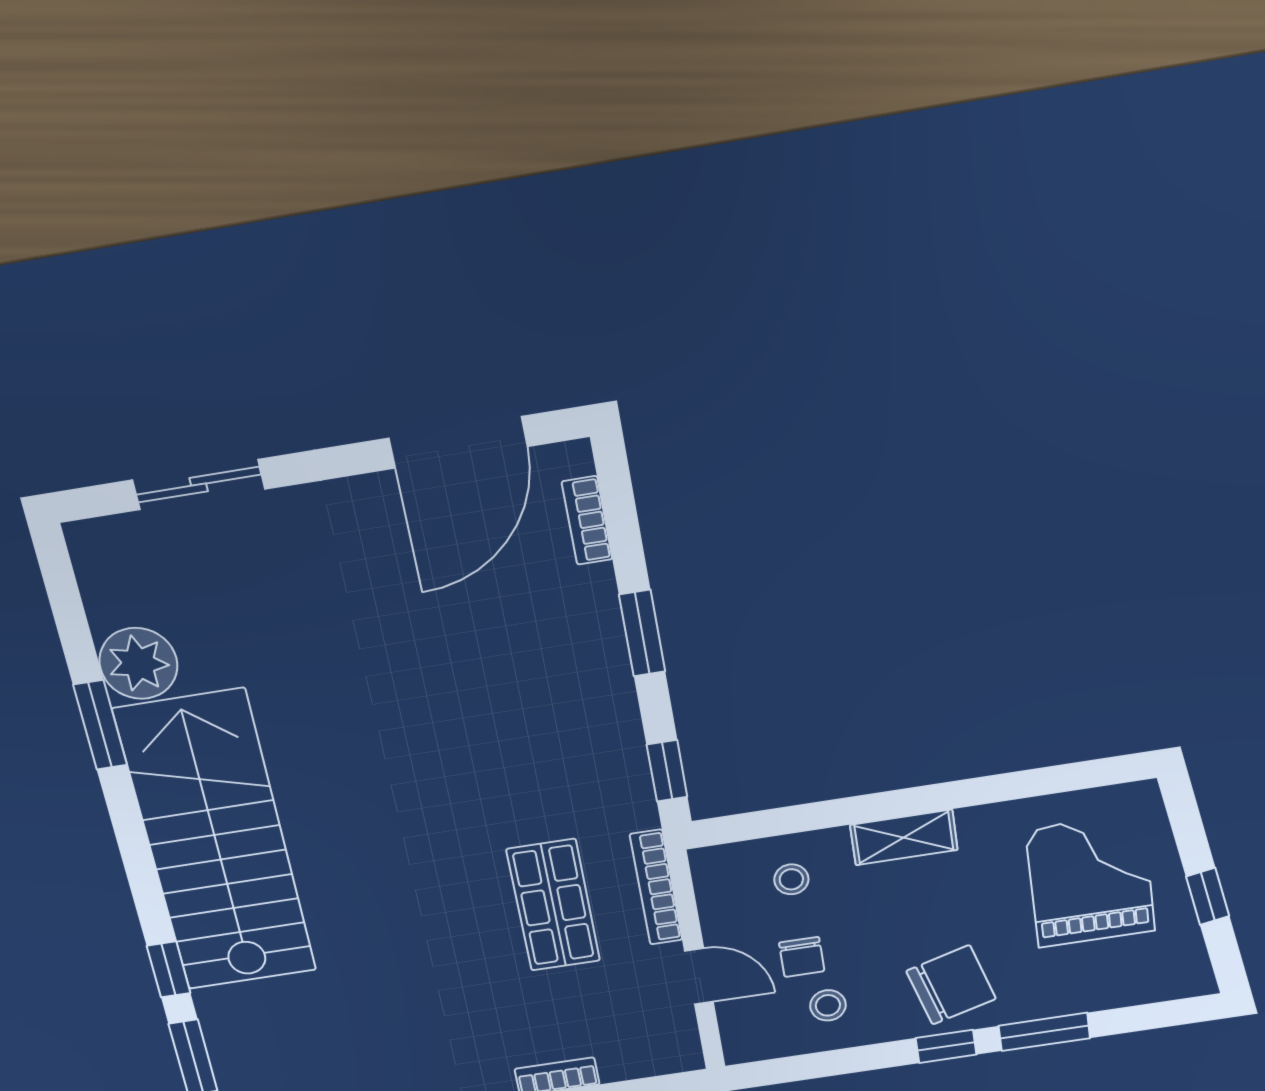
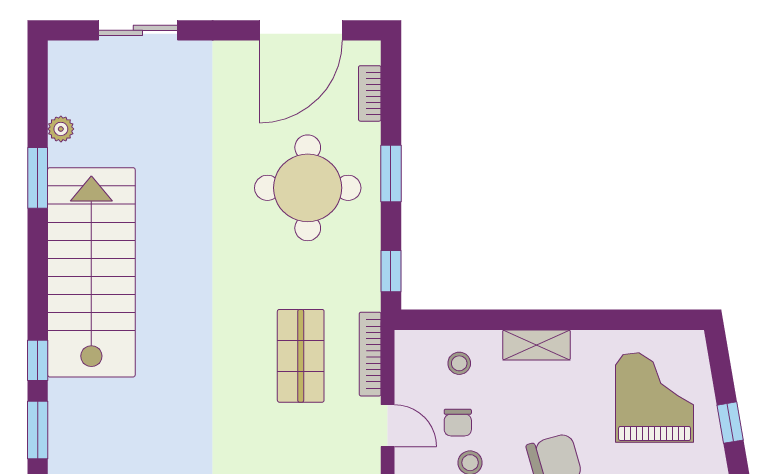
plant: (138, 663) -> (61, 129), width x0.53, depth x0.53
round table: (517, 674) -> (308, 188), added

